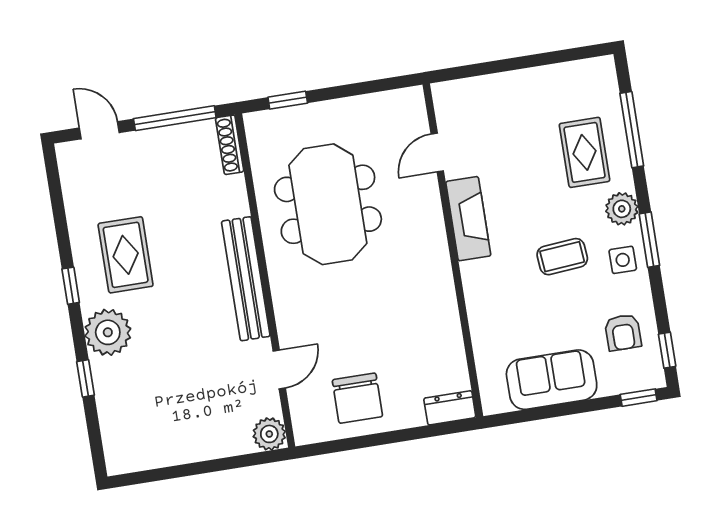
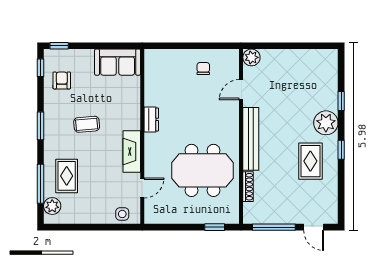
shoe rack: (230, 145) -> (248, 187), moved
meeting table: (328, 204) -> (202, 170), turned 90
plant: (622, 209) -> (52, 206), moved
side table: (623, 260) -> (122, 214), moved
sofa: (552, 380) -> (118, 62), moved
chair: (357, 398) -> (203, 69), width x0.54, depth x0.54
dresser: (450, 408) -> (151, 119), moved, turned -90

